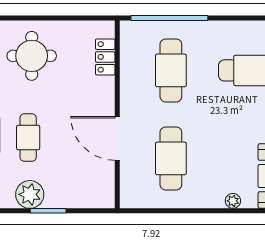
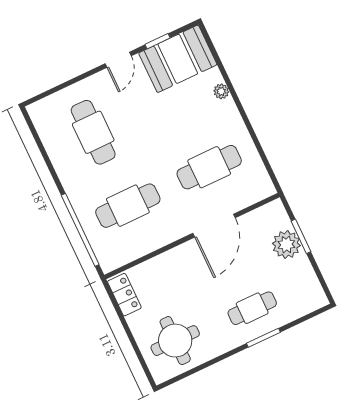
locker: (105, 57) -> (124, 295), moved, turned -90
plant: (30, 194) -> (286, 245), moved
window: (48, 211) -> (301, 236), moved

